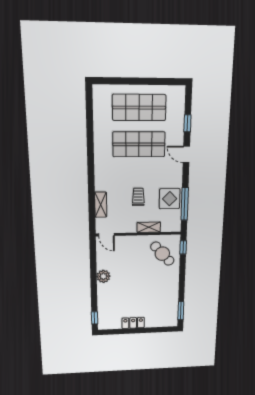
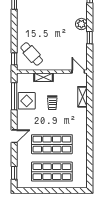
window: (187, 123) -> (14, 173), moved
door: (186, 154) -> (14, 136), hinge flipped
window: (93, 274) -> (90, 38), added
plant: (103, 276) -> (81, 24), moved

